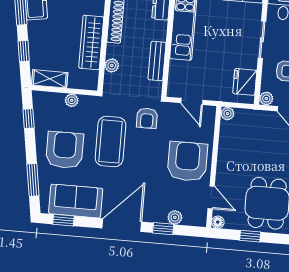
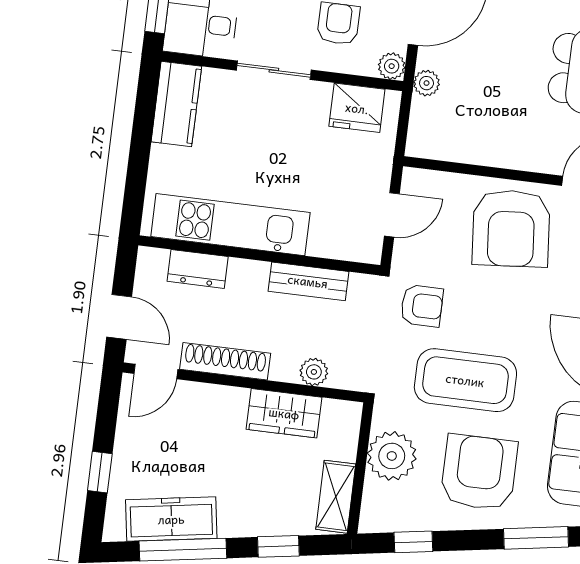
wardrobe: (91, 42) -> (284, 413), width x0.67
plant: (72, 100) -> (392, 456), width x1.88, depth x1.88
plant: (227, 114) -> (427, 83), moved
armchair: (65, 150) -> (479, 472), turned 90
armchair: (187, 161) -> (511, 228), turned -95

